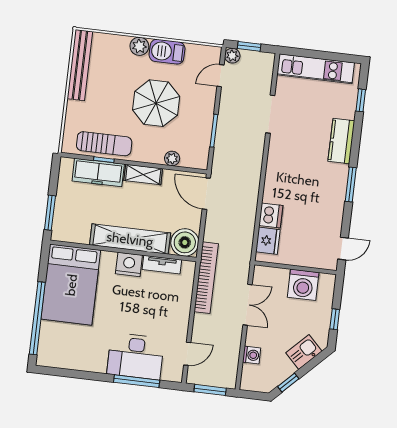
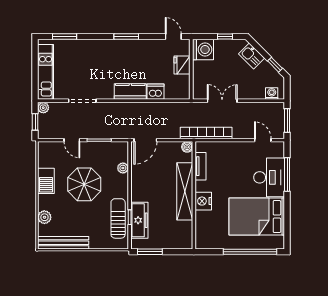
plant: (139, 46) -> (44, 217), moved
plant: (232, 56) -> (43, 108), moved
door: (220, 76) -> (72, 140), moved
window: (361, 100) -> (65, 37), width x1.50
kitchen counter: (341, 141) -> (130, 92), moved, turned 180
shelving: (143, 175) -> (137, 188), removed
window: (50, 213) -> (150, 252), moved
fridge: (268, 241) -> (182, 65), moved, turned -90
boiler: (185, 242) -> (187, 147), width x0.54, depth x0.54
nightstand: (129, 264) -> (203, 201), moved
bed: (71, 285) -> (257, 217), moved, turned 180
washing machine: (303, 285) -> (203, 50), moved
washing machine: (252, 355) -> (272, 94), moved

